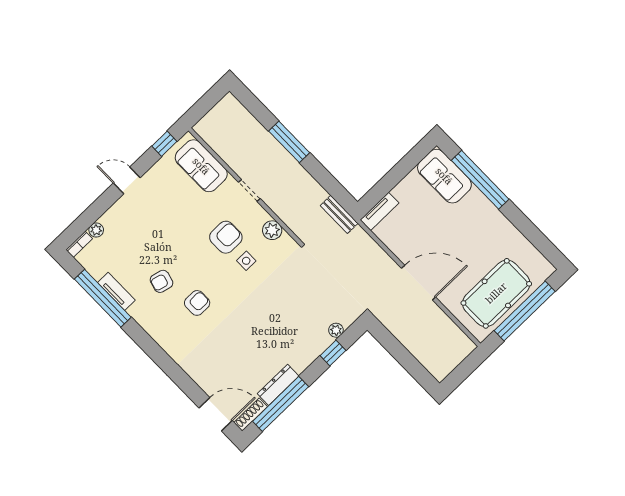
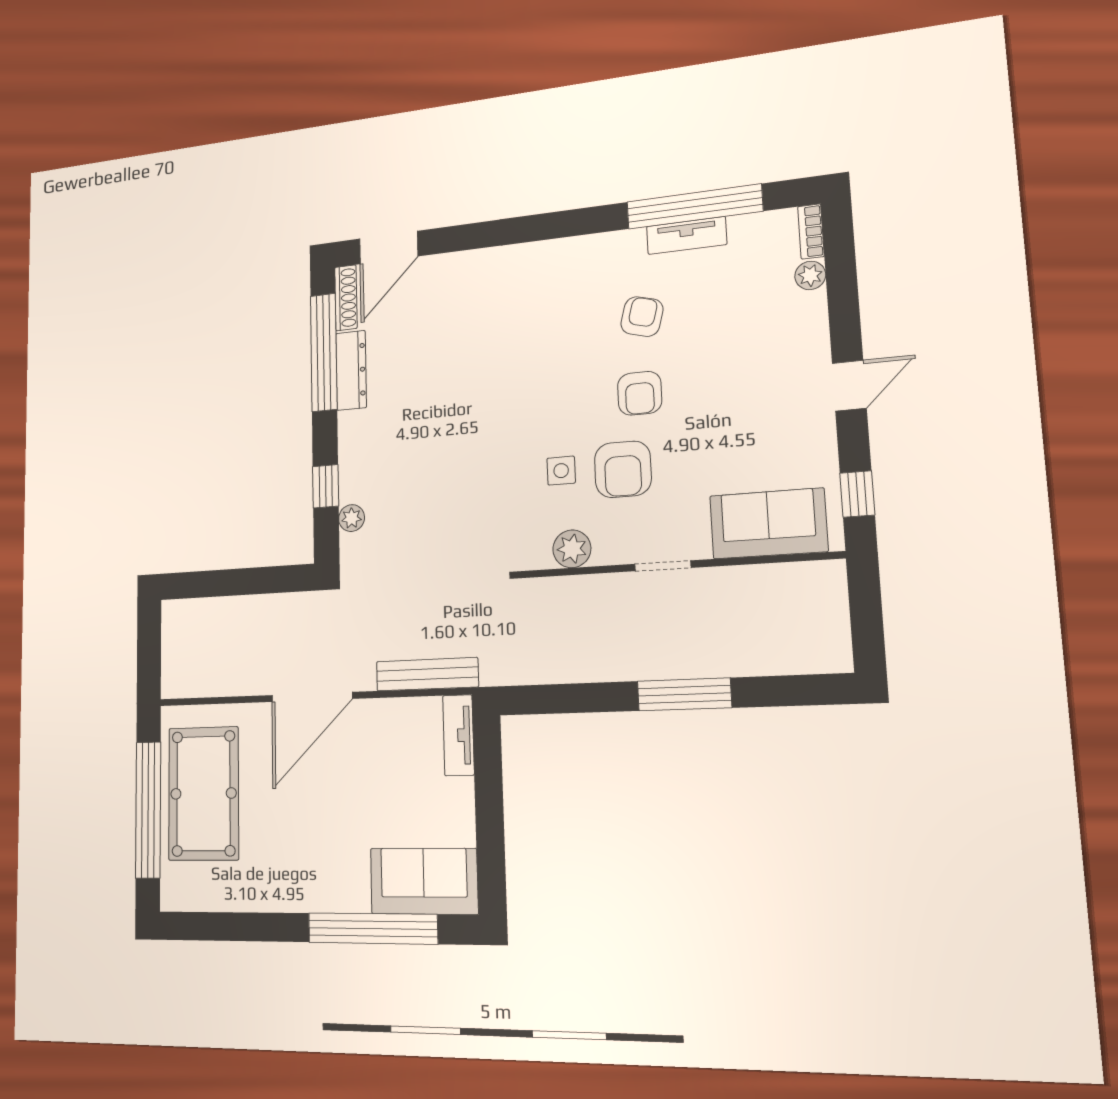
bench: (339, 214) -> (427, 674), moved, width x1.36
armchair: (197, 303) -> (640, 393), moved

